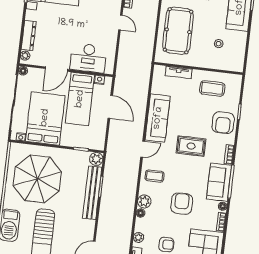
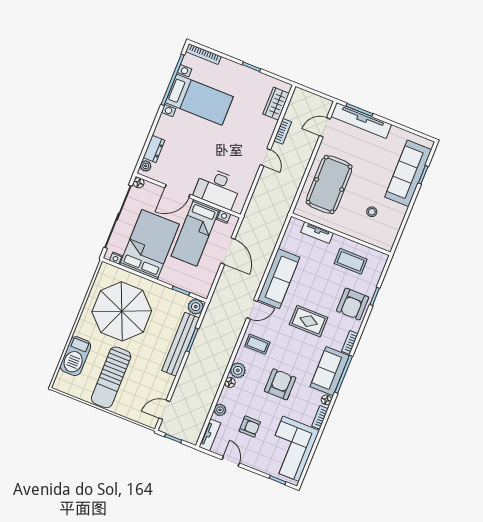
dresser: (29, 36) -> (154, 149), width x0.70

